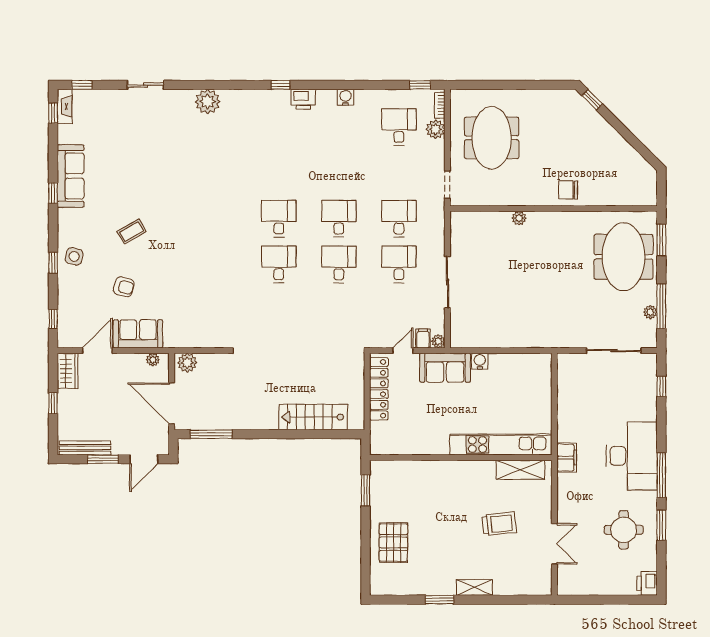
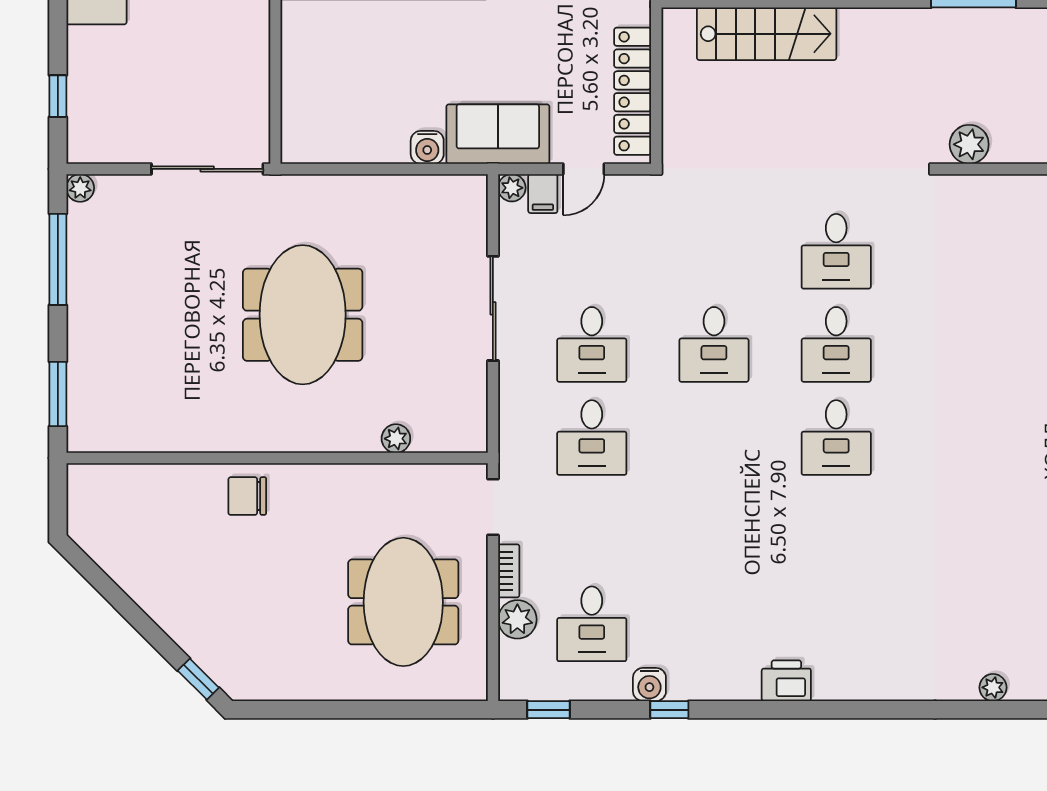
window: (281, 85) -> (669, 710), moved
water cooler: (346, 97) -> (649, 685), moved
plant: (208, 102) -> (993, 687), width x0.53, depth x0.53
bookcase: (440, 105) -> (509, 571), moved
chair: (568, 190) -> (247, 496), turned 180
plant: (519, 218) -> (396, 439), moved
desk: (339, 219) -> (836, 251), moved
meeting table: (624, 257) -> (303, 315), moved
plant: (650, 312) -> (80, 188), moved
sliding door: (614, 351) -> (207, 169), moved
plant: (187, 363) -> (969, 144), moved

